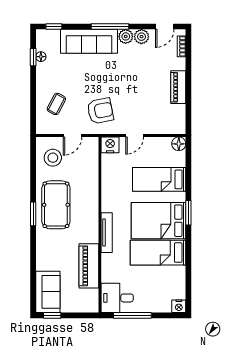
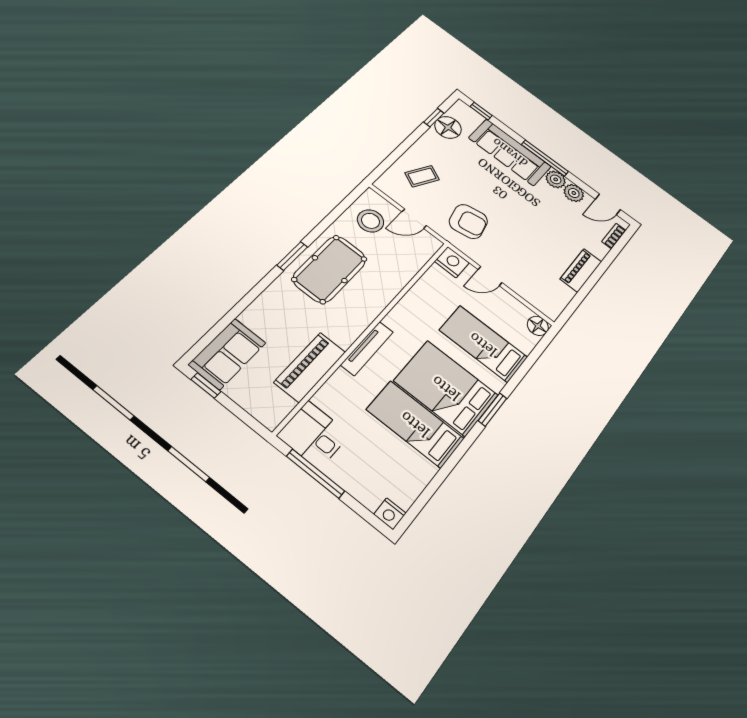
floor lamp: (41, 57) -> (448, 127), width x1.89, depth x1.89

